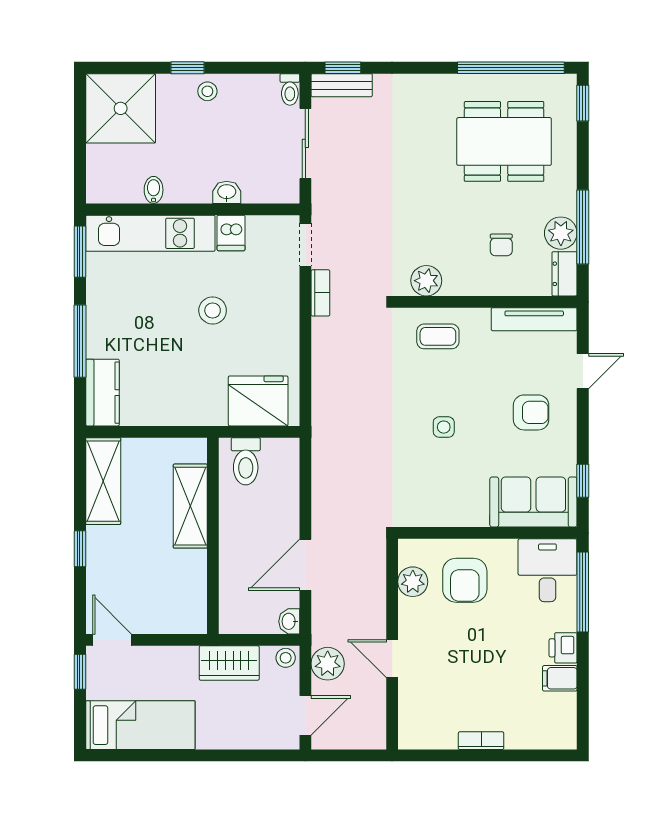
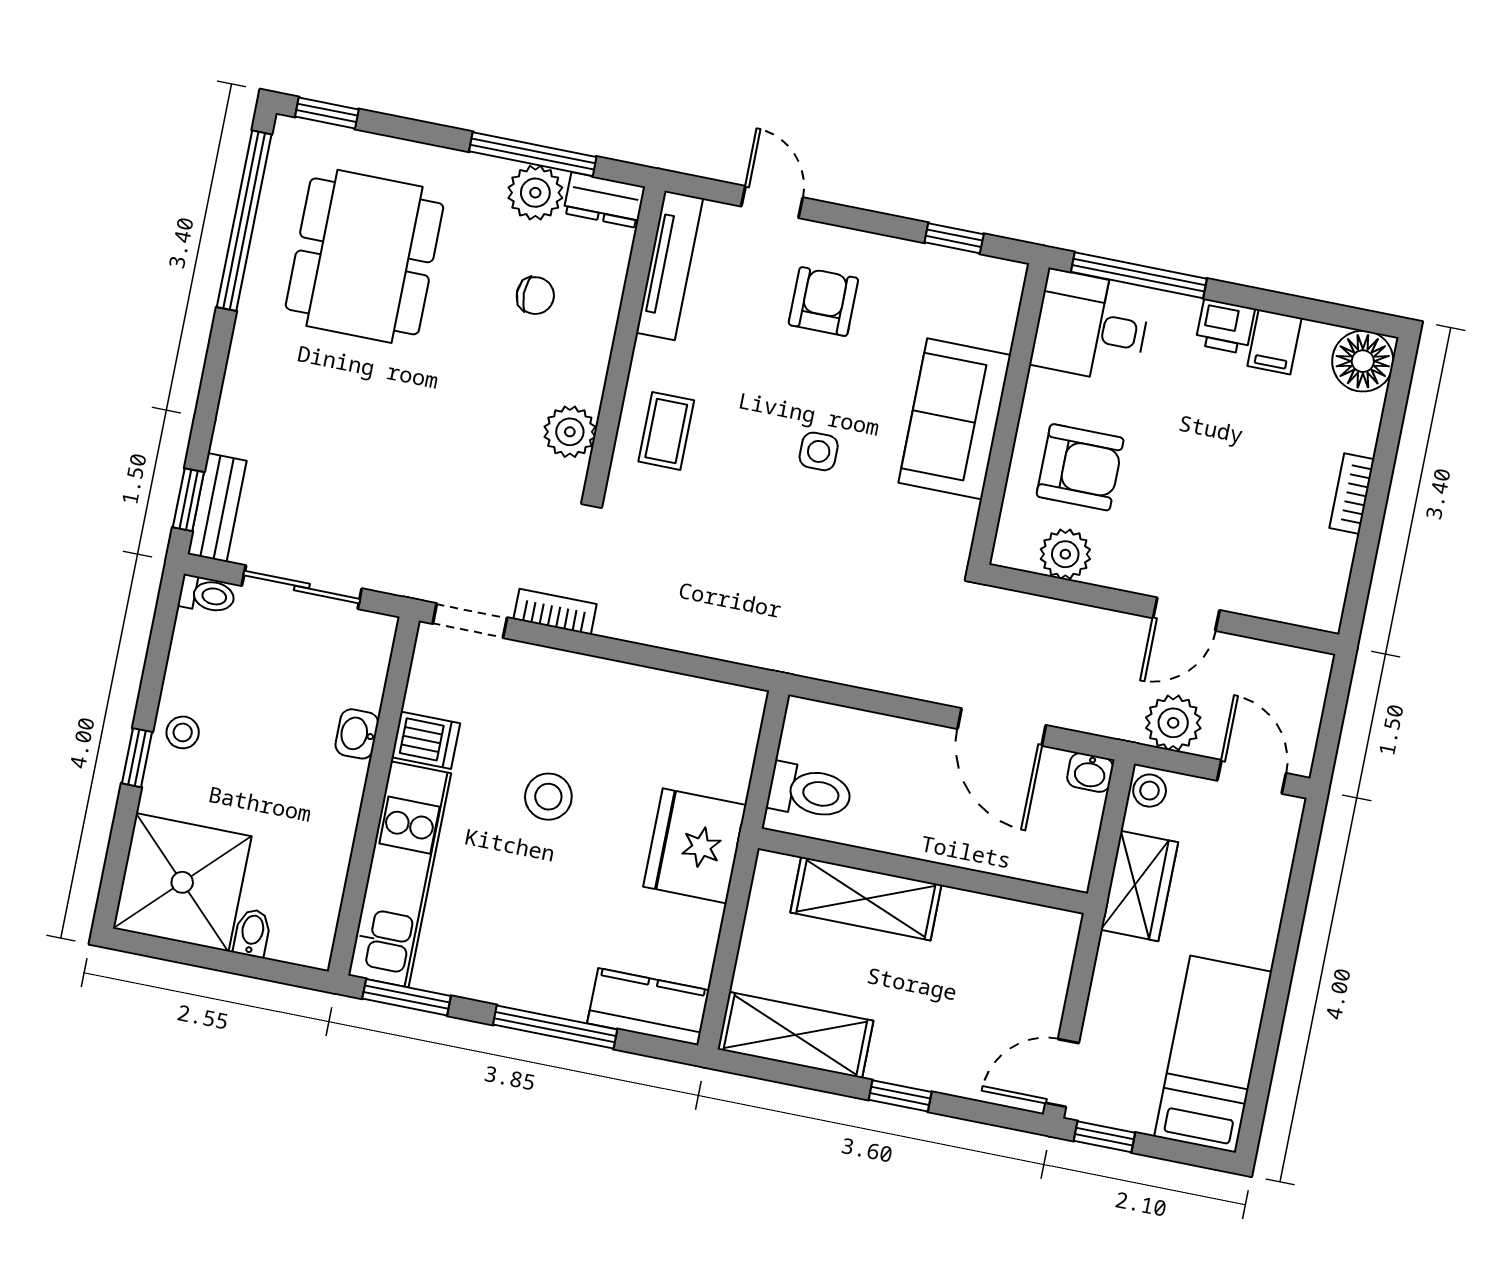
bidet: (154, 190) -> (252, 933), moved, turned 90
fridge: (258, 401) -> (695, 846), moved
sofa: (533, 502) -> (955, 419), moved
floor lamp: (559, 732) -> (1363, 361), added

